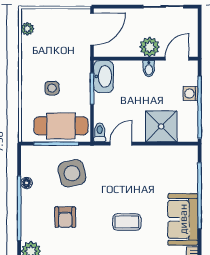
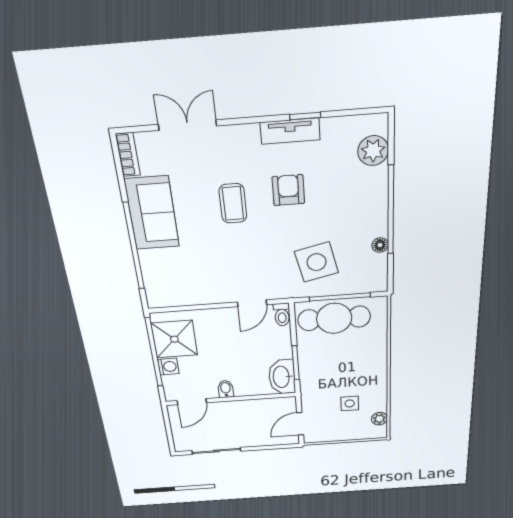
door: (92, 29) -> (300, 424), width x0.73
plant: (150, 47) -> (228, 411), removed
side table: (52, 88) -> (350, 403), moved
shower: (161, 126) -> (174, 339), moved
armchair: (65, 217) -> (288, 190), moved
coffee table: (127, 222) -> (233, 203), turned 90

